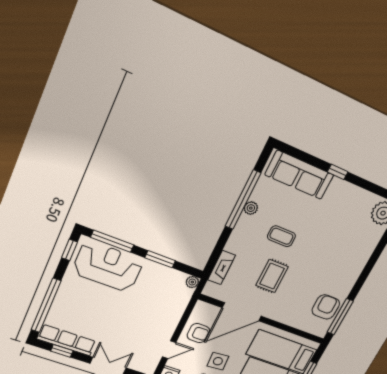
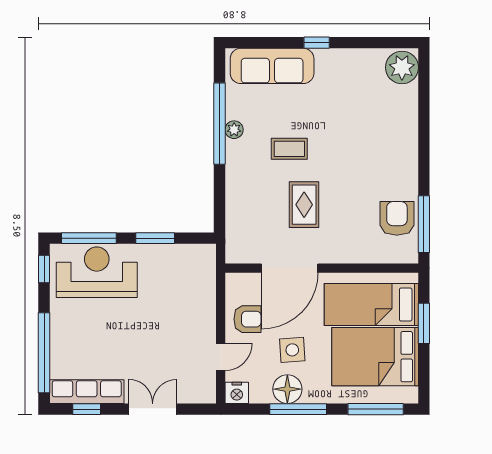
fireplace: (222, 268) -> (235, 219), removed
plant: (192, 282) -> (208, 252), removed

